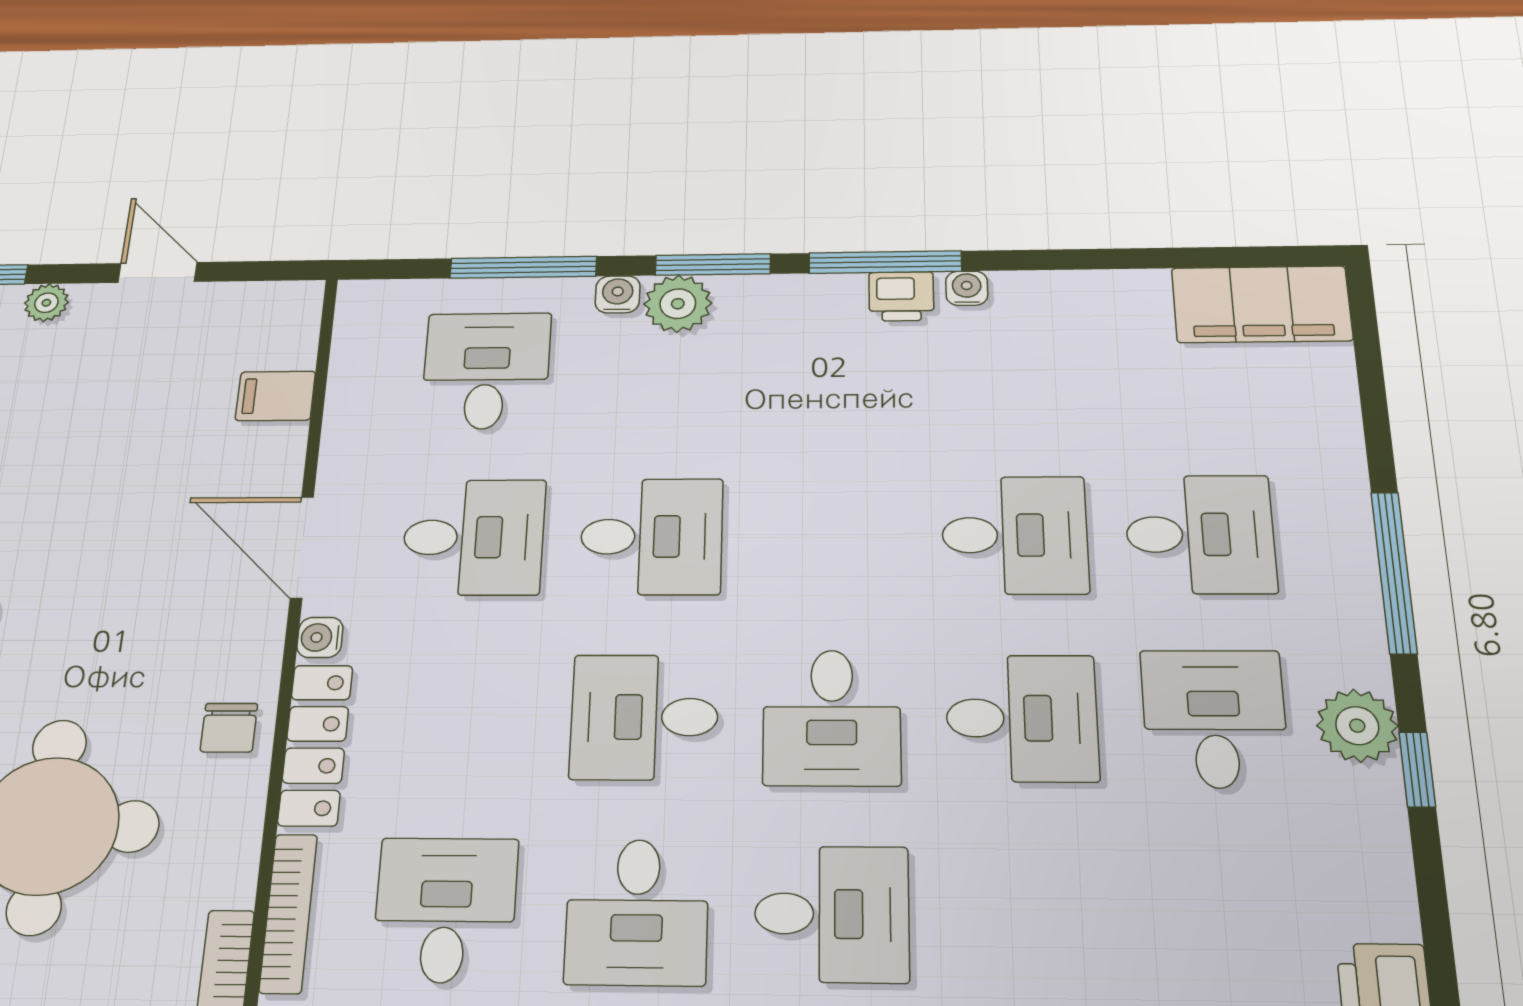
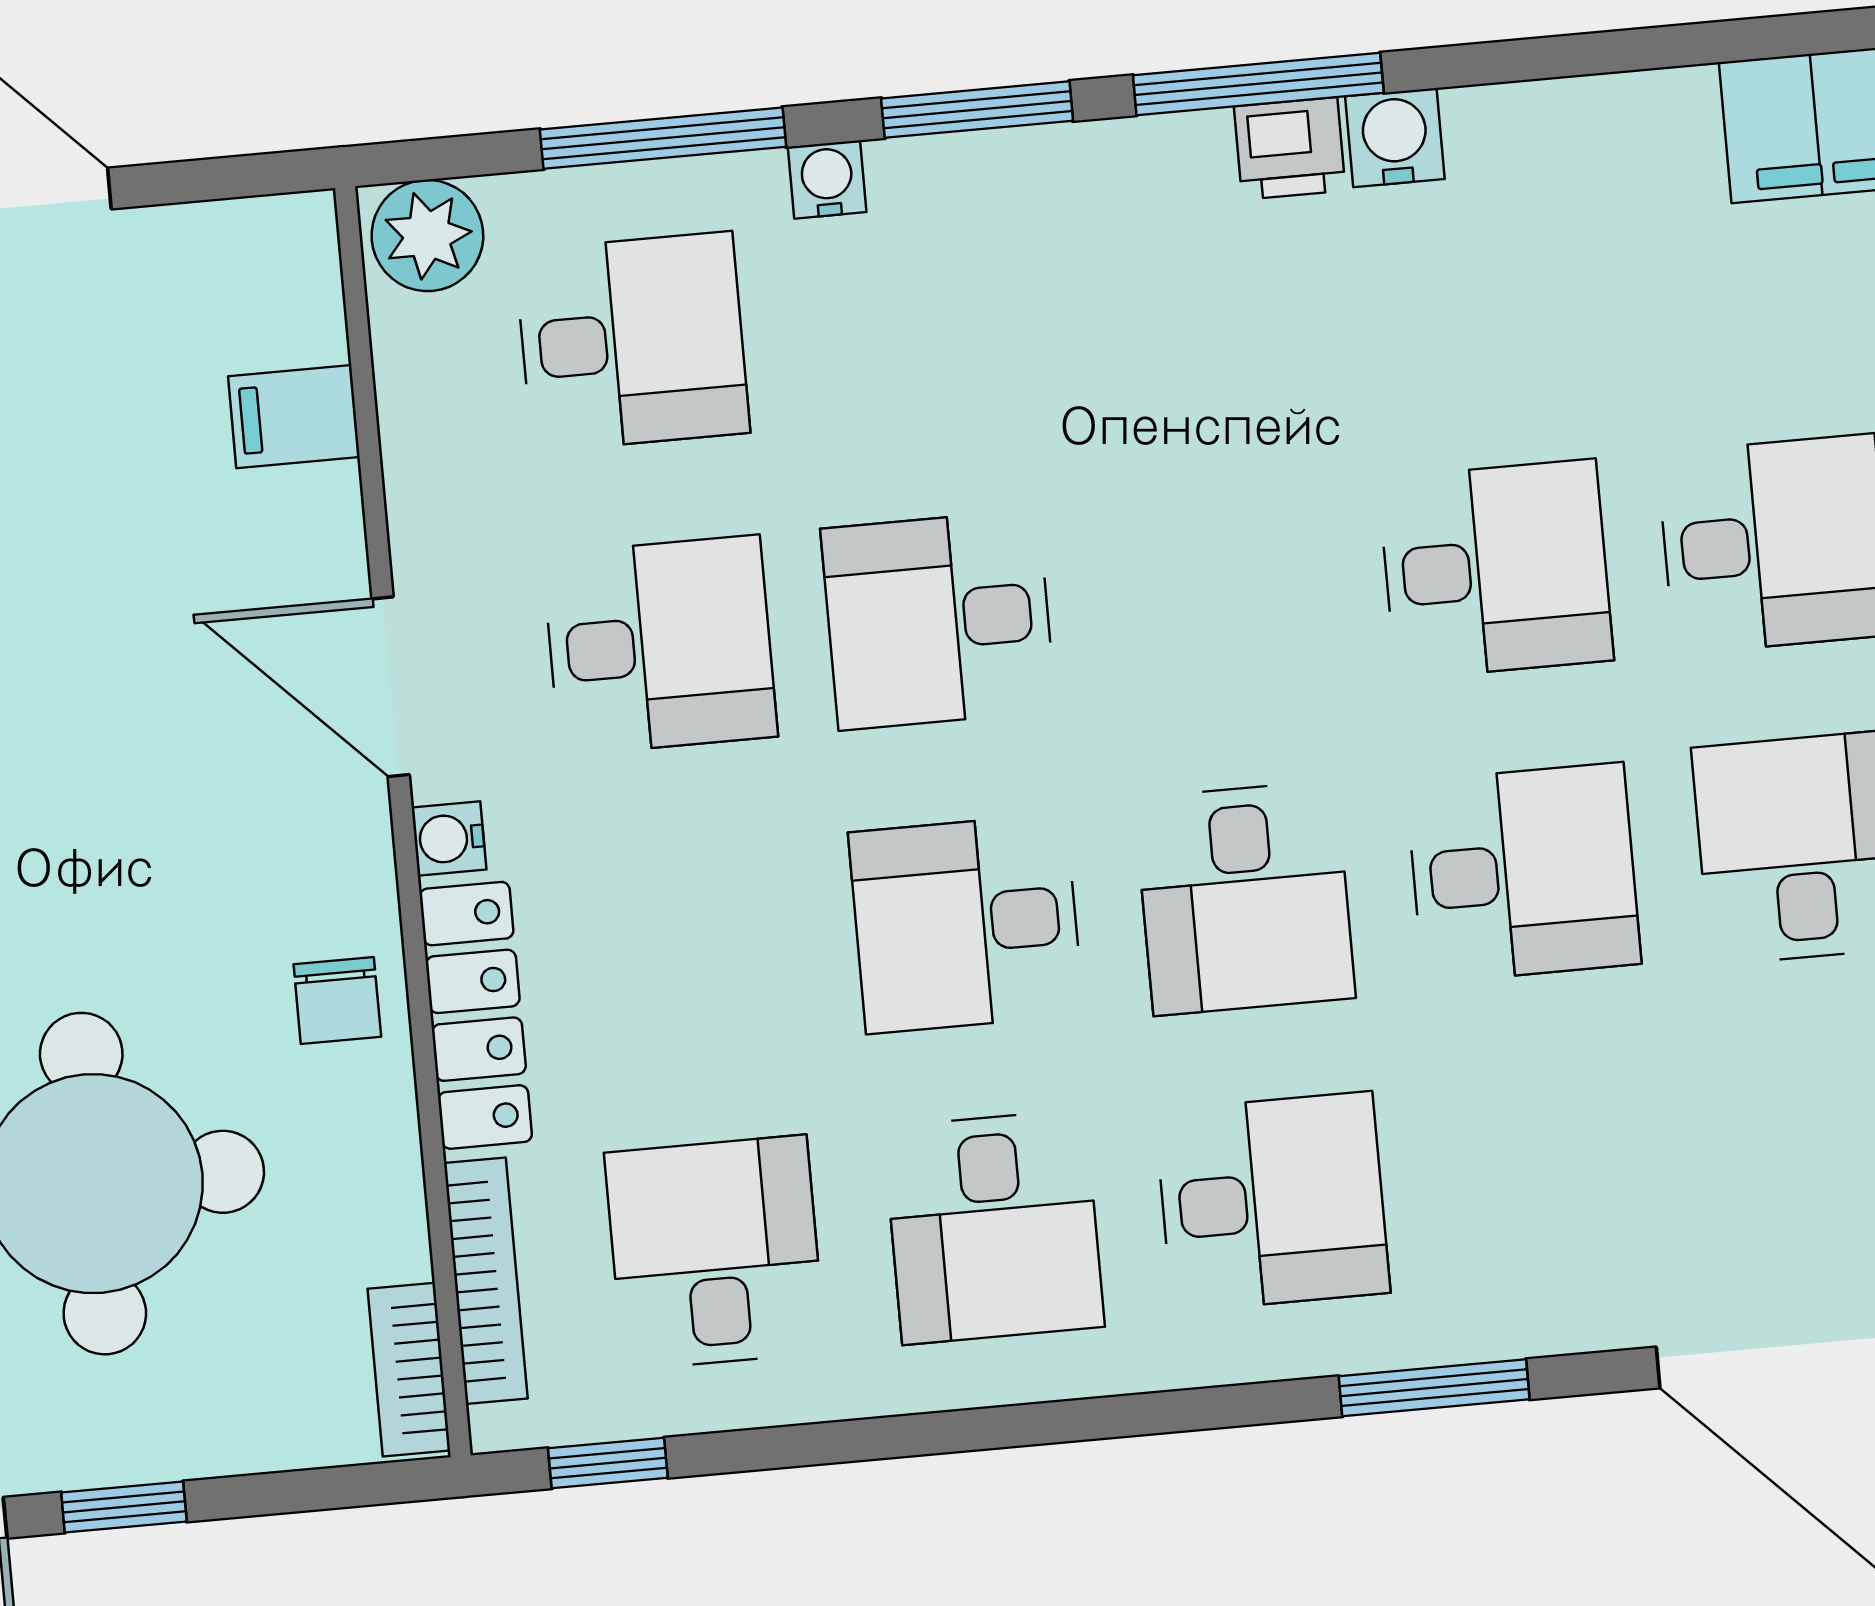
water cooler: (967, 288) -> (1395, 138), width x1.38, depth x1.38
plant: (678, 304) -> (427, 236), moved
desk: (486, 371) -> (632, 342), turned 90
desk: (651, 536) -> (938, 620), turned 180

